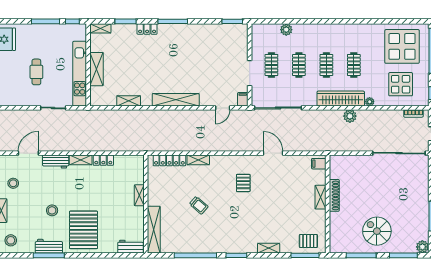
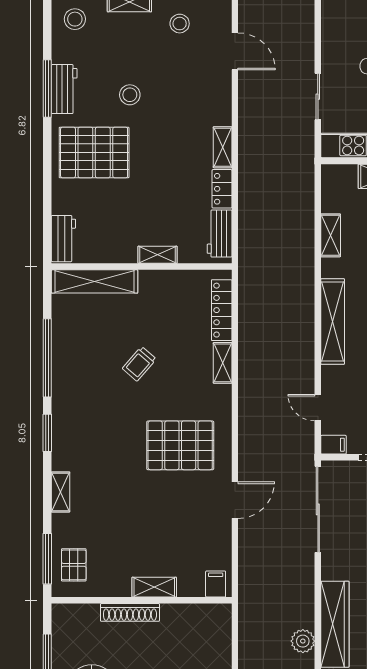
workbench: (56, 161) -> (220, 234), moved
pallet: (243, 183) -> (180, 445), width x2.05, depth x2.00
shoe rack: (334, 195) -> (130, 612), moved

